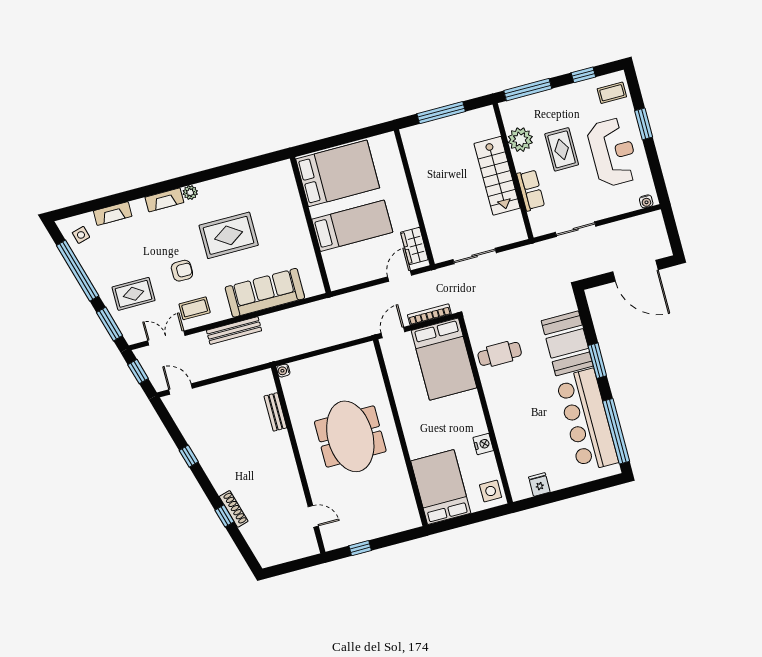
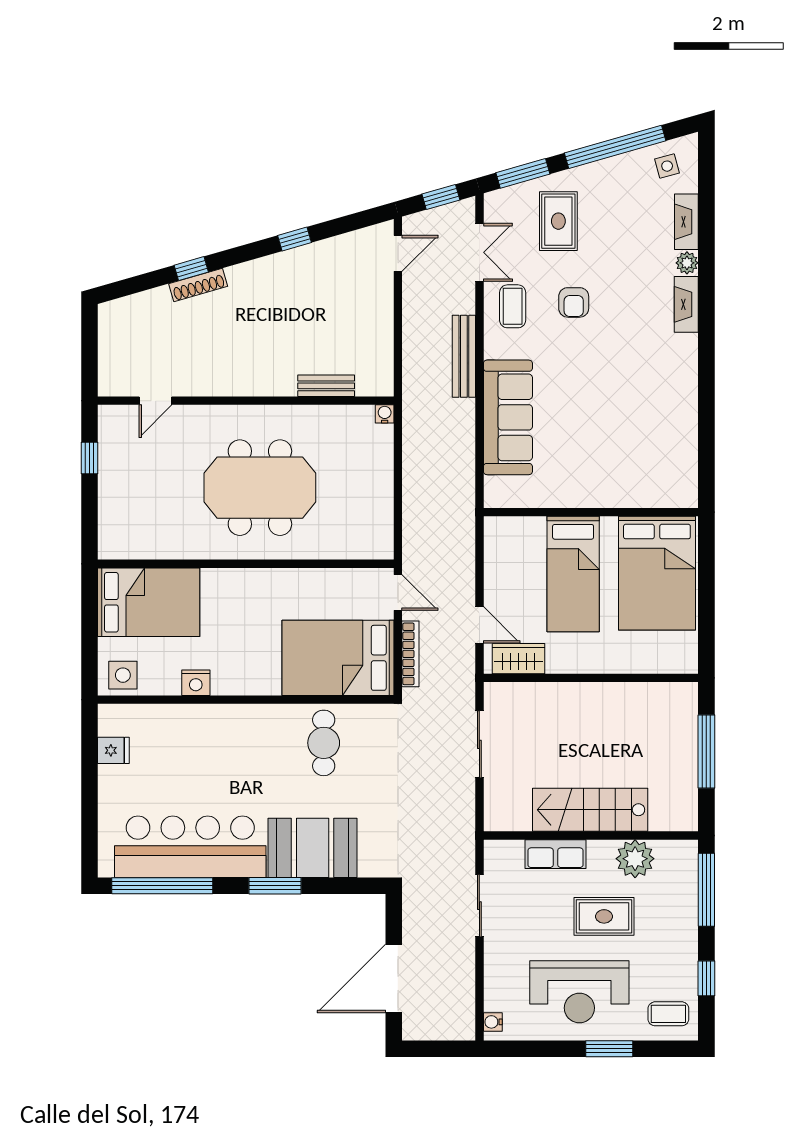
coffee table: (612, 93) -> (668, 1014), turned 90
plant: (190, 192) -> (687, 263), moved
rug: (229, 235) -> (608, 386), removed

